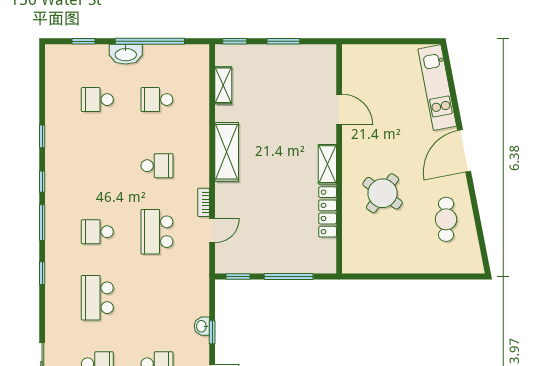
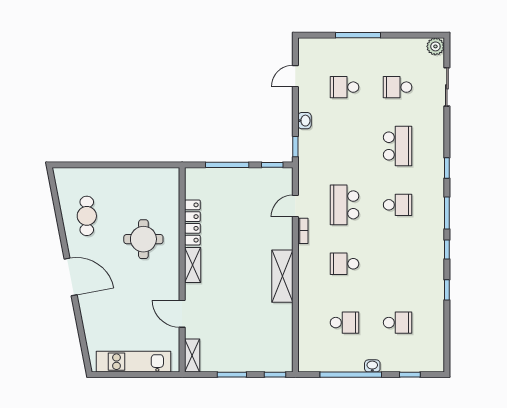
washbasin: (126, 54) -> (372, 366), width x0.52, depth x0.69
shelving: (223, 85) -> (192, 356), moved
kitchen unit: (437, 88) -> (134, 362), moved, turned -79
door: (464, 151) -> (71, 277), hinge flipped
round table: (383, 193) -> (143, 239), turned -36
school desk: (157, 232) -> (345, 205), turned 180
window: (212, 332) -> (295, 147), moved

